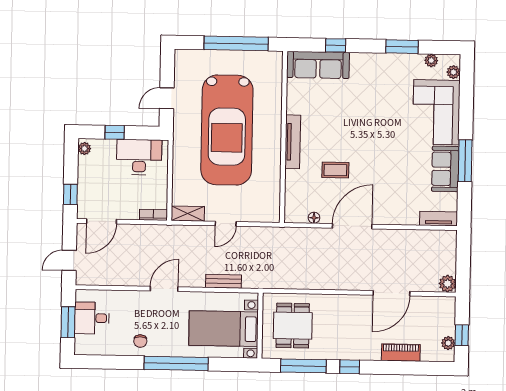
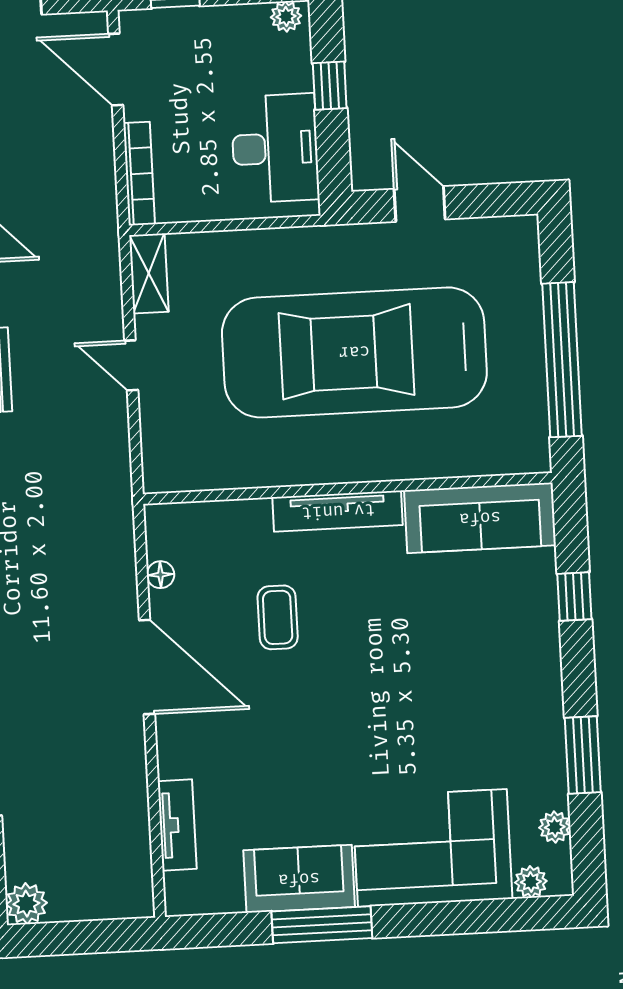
sofa: (318, 65) -> (480, 518), moved, turned -90
bookcase: (153, 215) -> (139, 174), width x1.56
tv unit: (439, 219) -> (177, 825), moved

